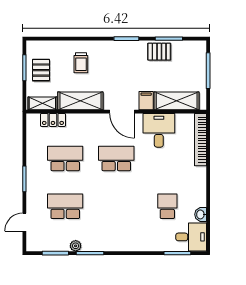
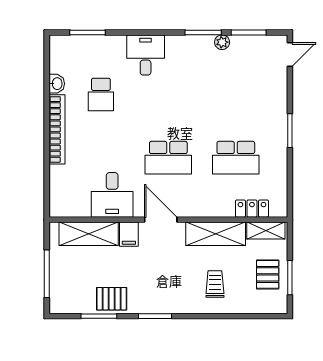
bookcase: (201, 140) -> (57, 129), moved
school desk: (65, 206) -> (236, 94), removed
door: (24, 222) -> (290, 54), moved
desk: (191, 237) -> (146, 55), moved, turned 90

